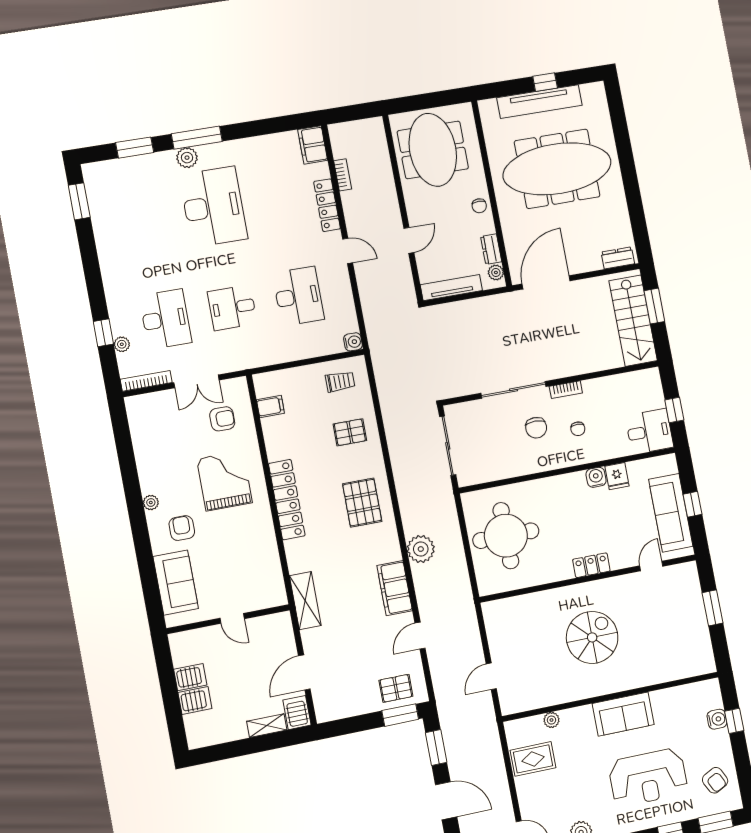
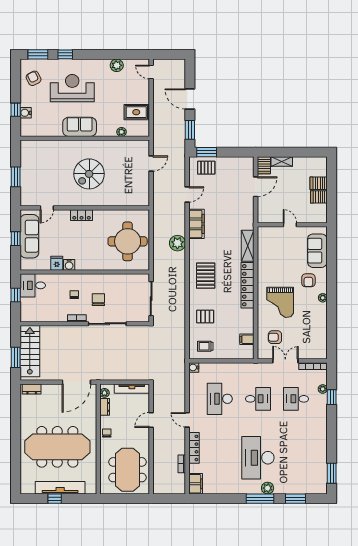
desk: (165, 319) -> (296, 399), width x0.73
shelving: (305, 601) -> (248, 246), moved

